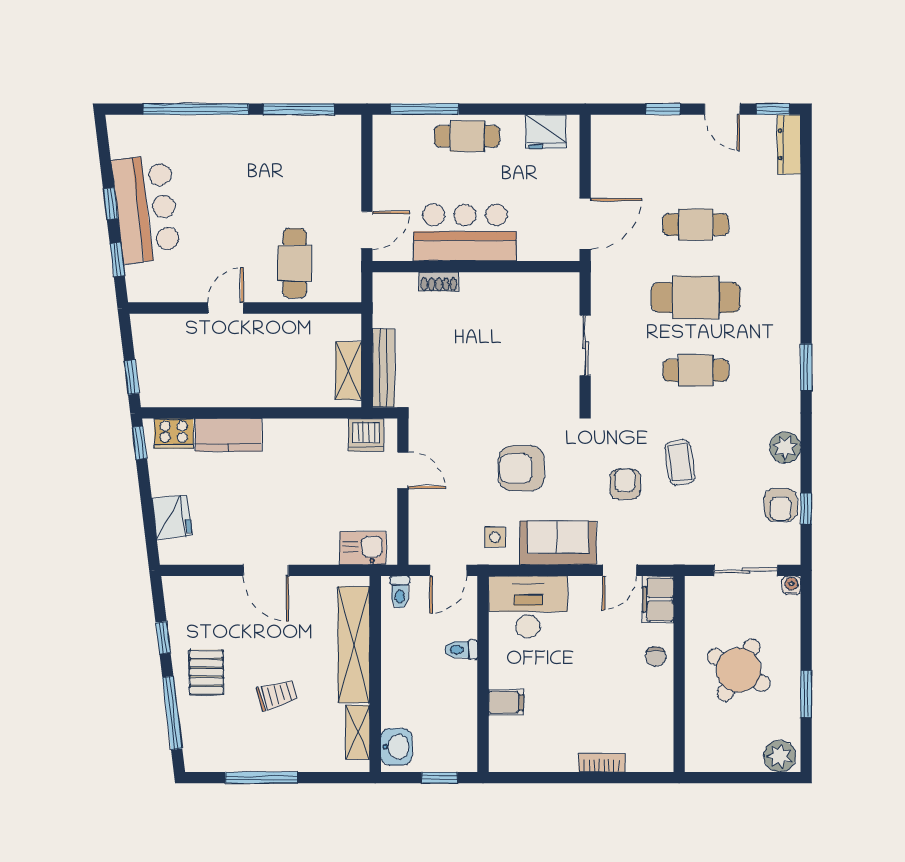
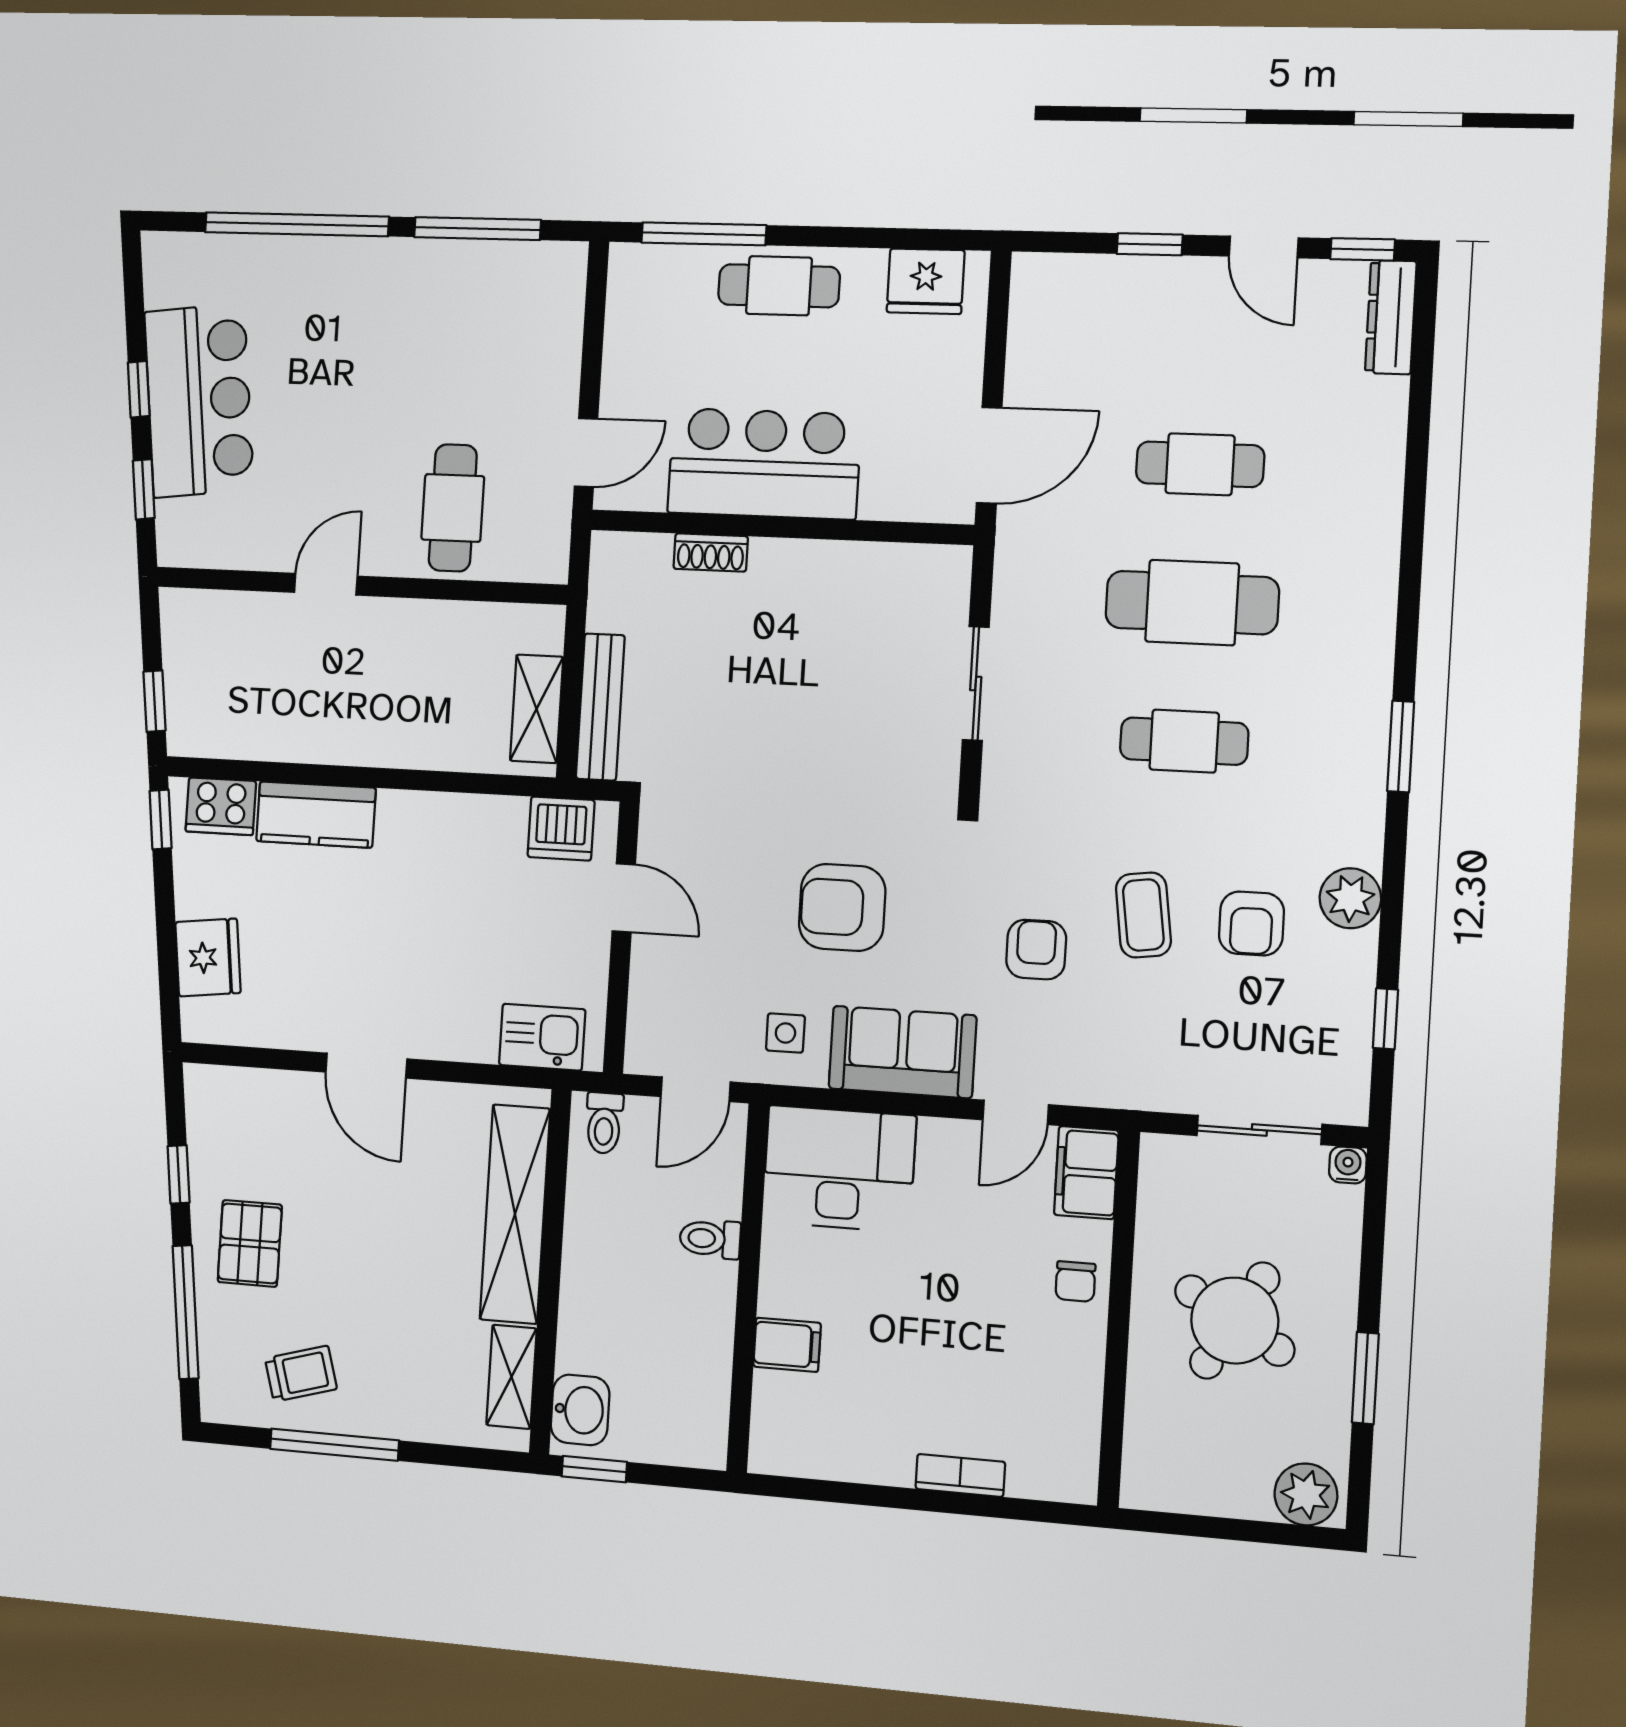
armchair: (781, 505) -> (1251, 923), moved
trolley: (277, 695) -> (301, 1374), moved
window: (439, 778) -> (594, 1469), moved

